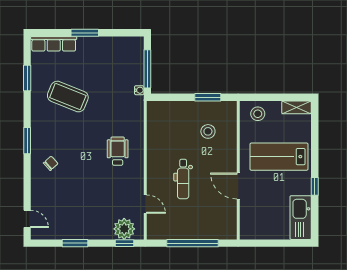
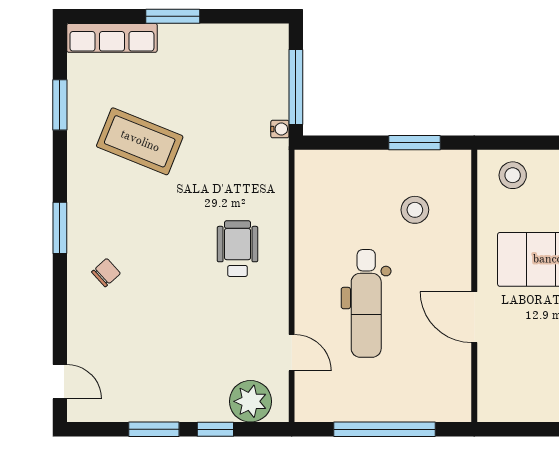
dental chair: (183, 179) -> (366, 303), width x1.36, depth x1.38
window: (124, 243) -> (215, 429), moved

